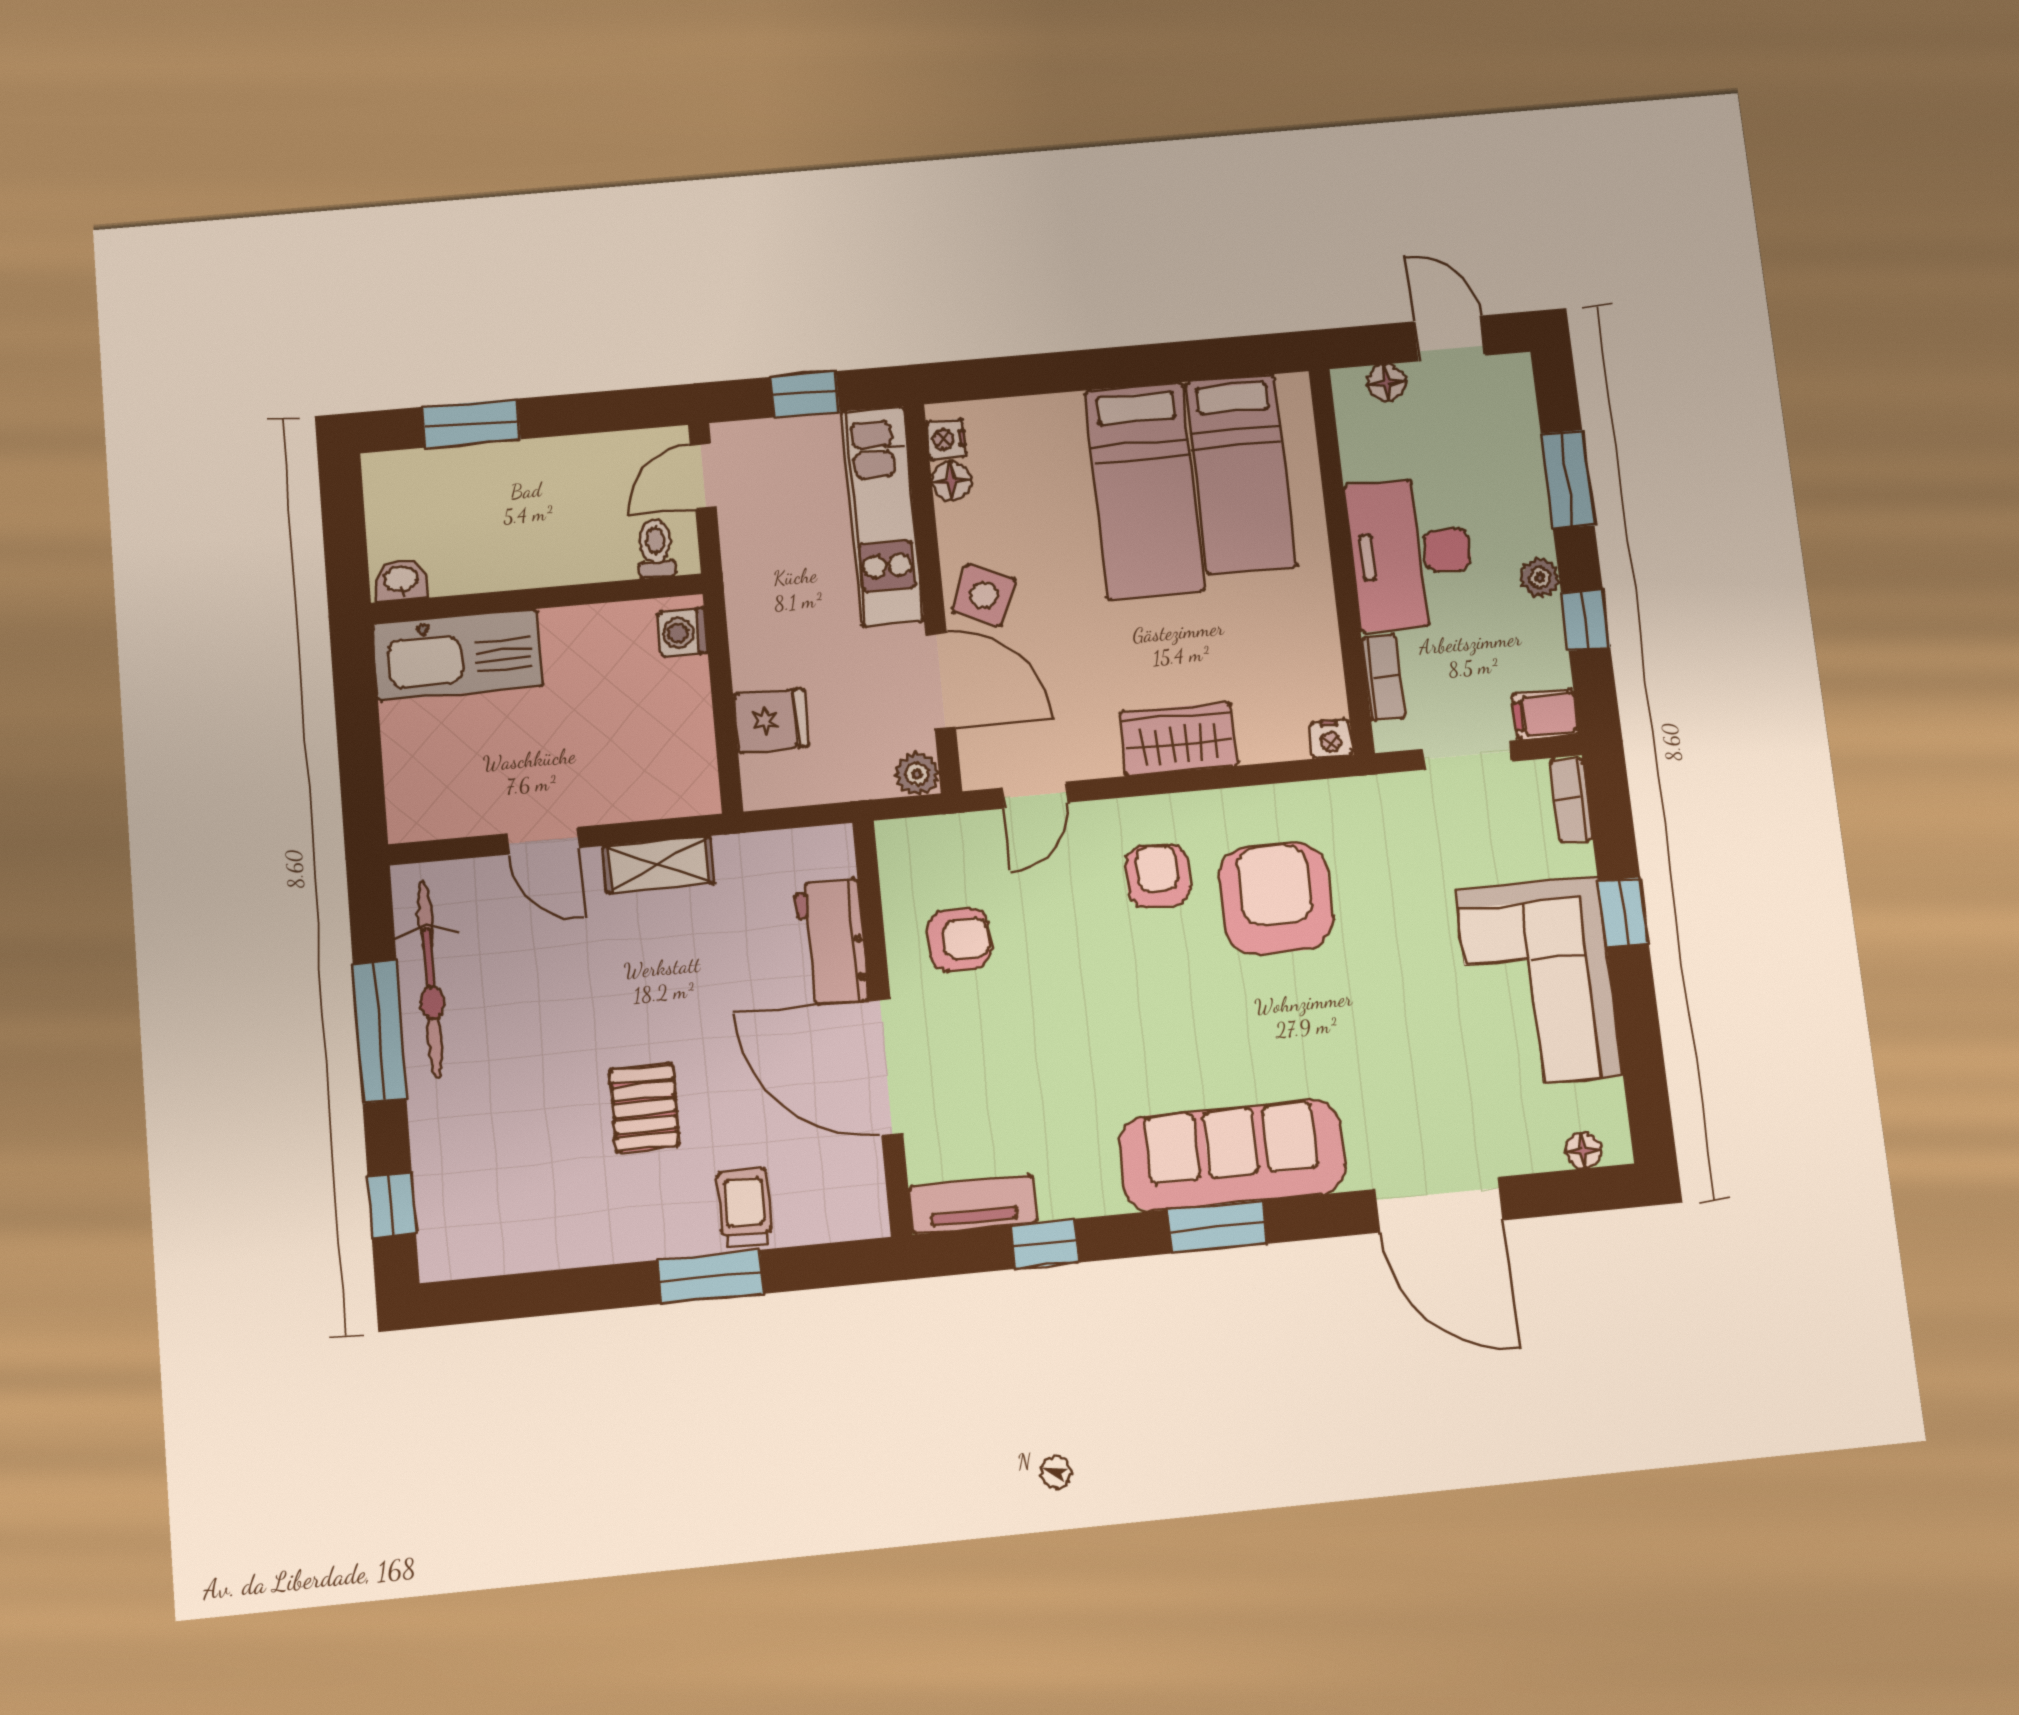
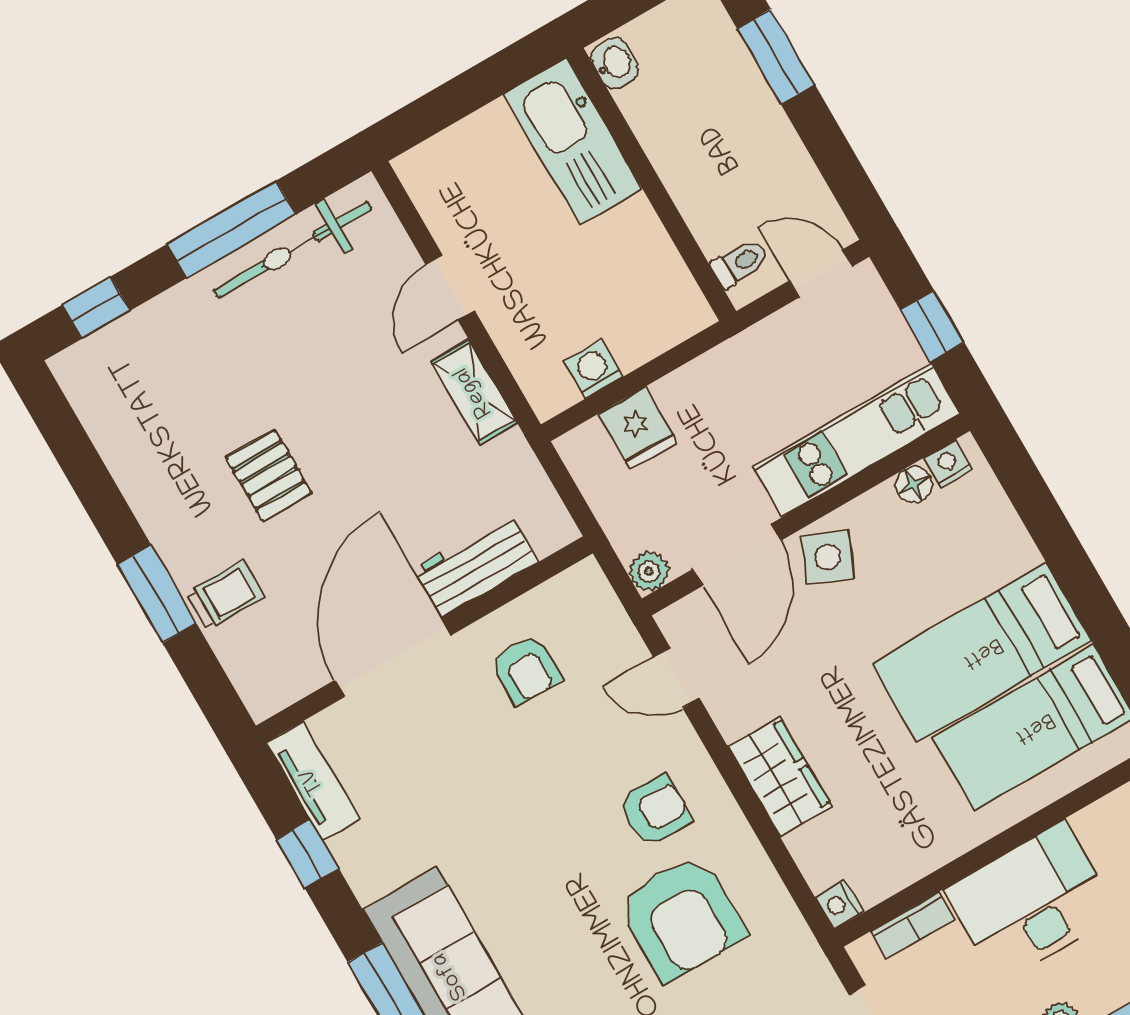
washing machine: (683, 632) -> (594, 369), moved
armchair: (1276, 898) -> (682, 917), turned 90
pallet: (644, 1108) -> (269, 475), turned 90

